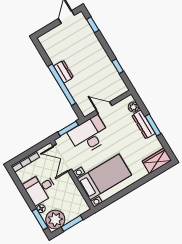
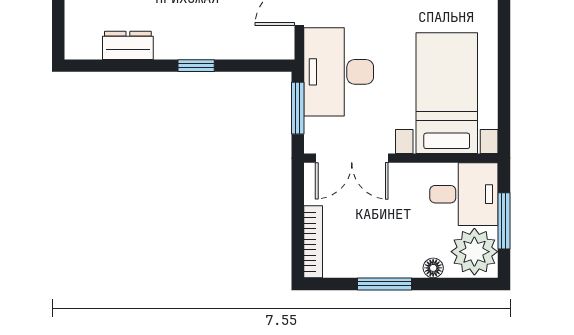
dresser: (64, 72) -> (128, 45), moved
window: (62, 85) -> (196, 66), width x0.32
desk: (40, 188) -> (464, 194), moved, turned -90
window: (40, 219) -> (385, 284), moved

